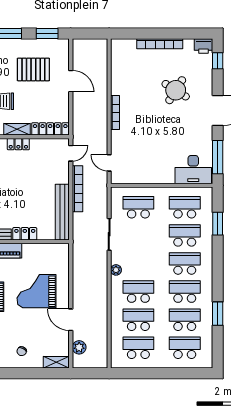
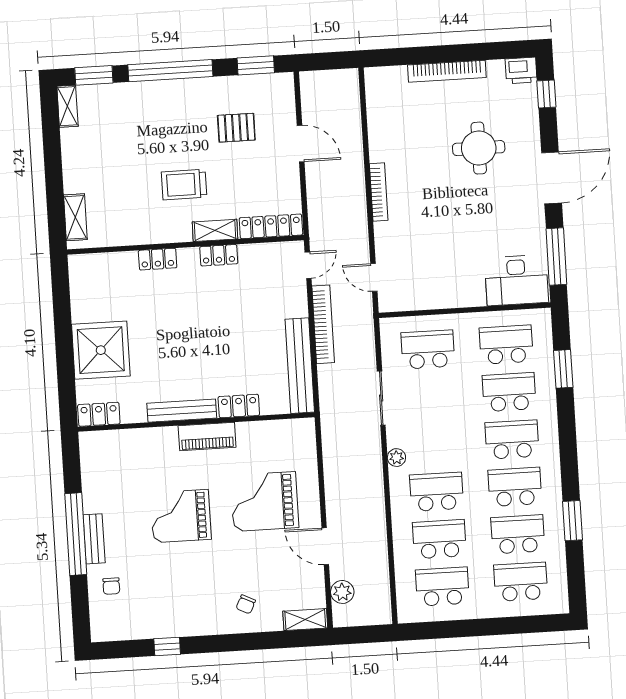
pallet: (33, 69) -> (236, 128), width x0.67, depth x0.71
round table: (176, 90) -> (479, 148), turned -32

